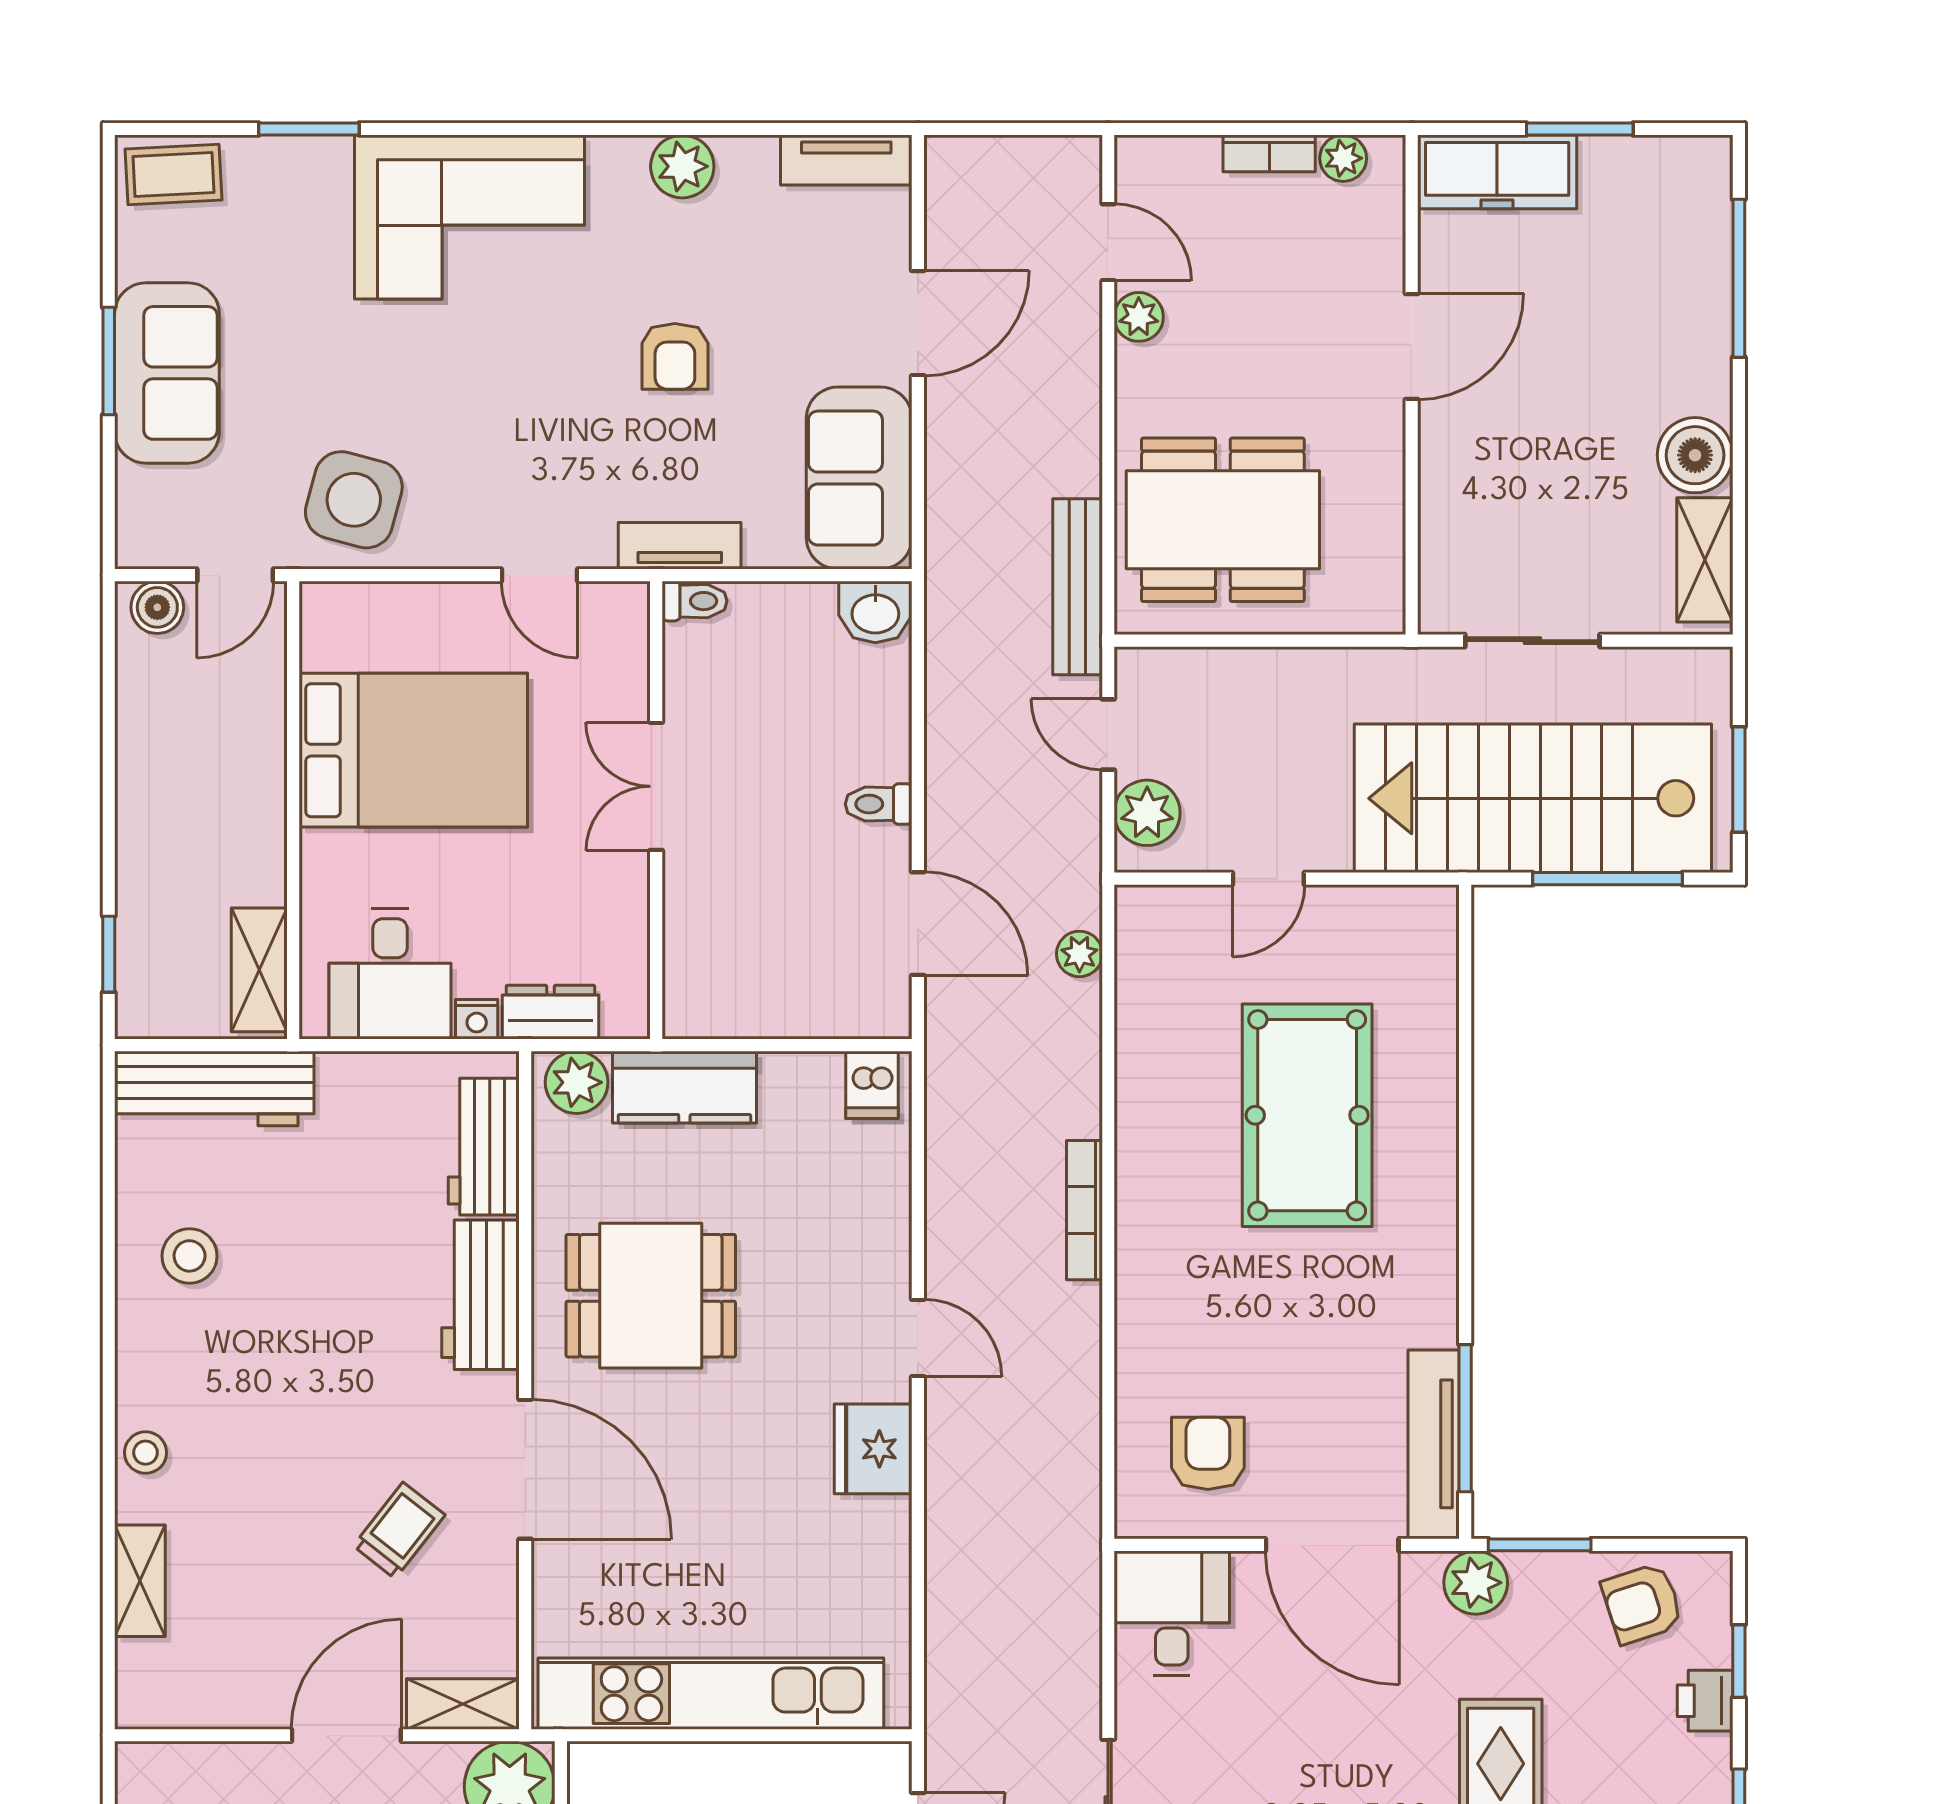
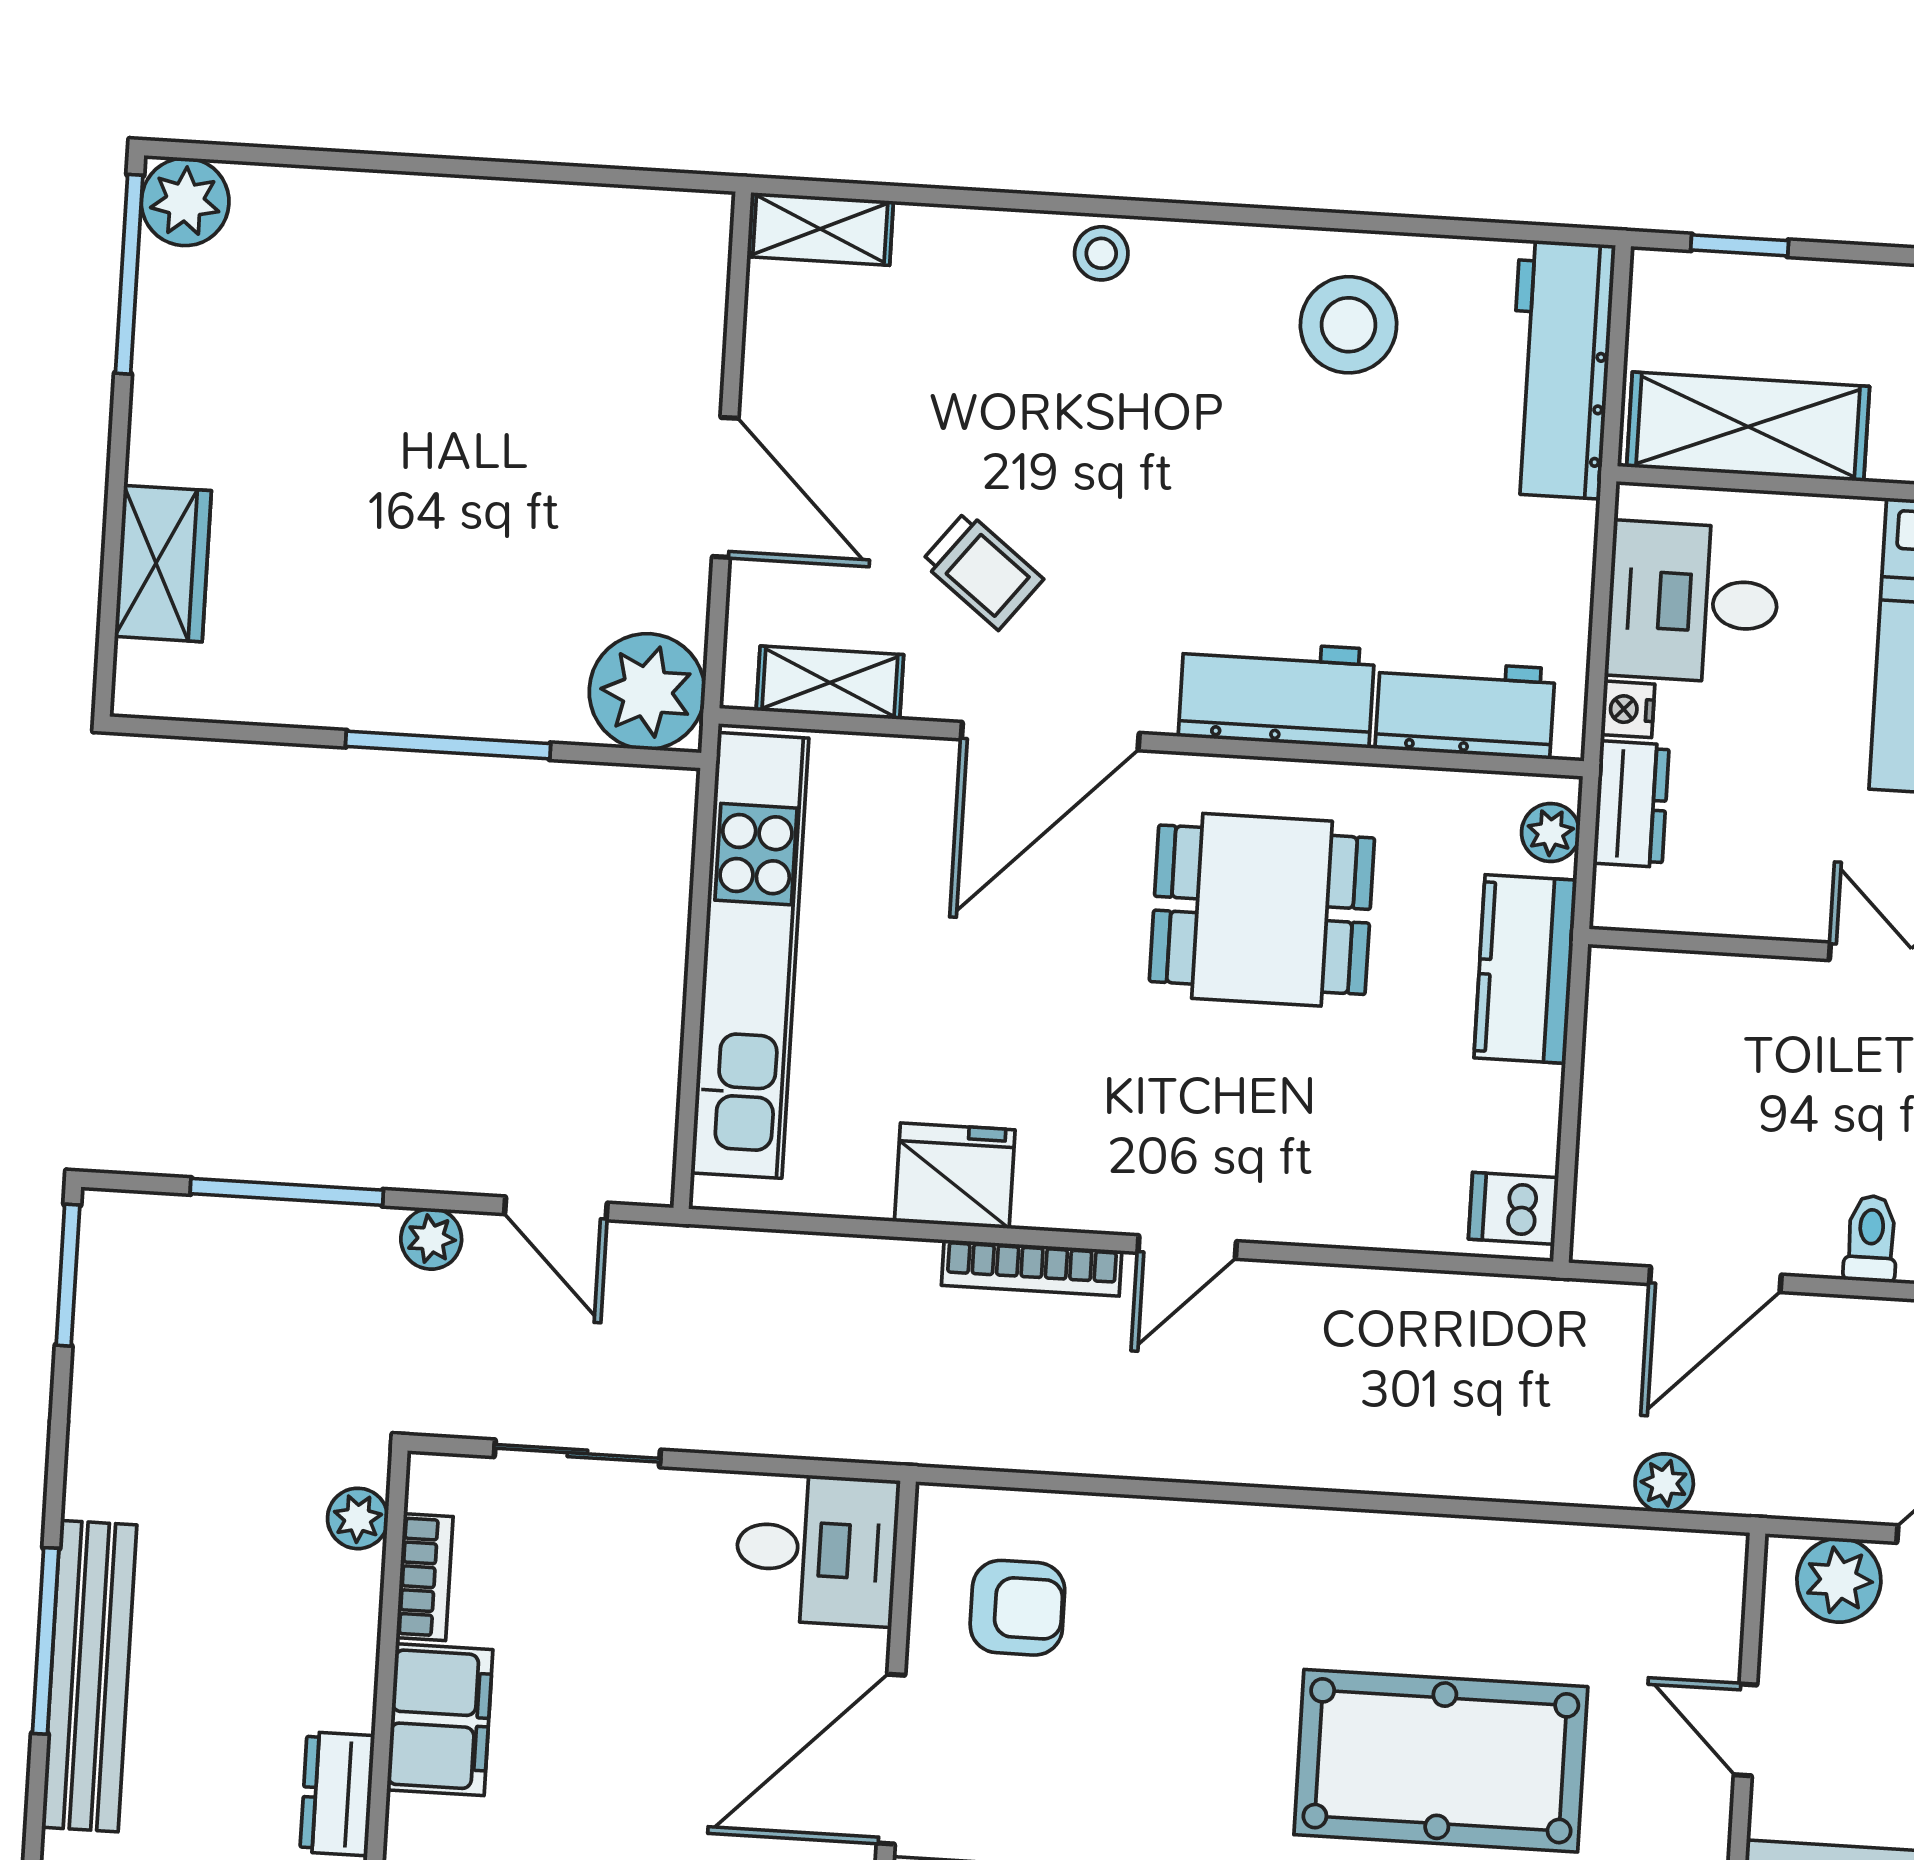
shelving: (259, 970) -> (1748, 427), width x1.50, depth x1.33
plant: (577, 1082) -> (1551, 832), width x0.73, depth x0.73
bookcase: (1084, 1210) -> (1032, 1268), moved, turned 180
stool: (190, 1256) -> (1349, 325), width x1.38, depth x1.38
dining table: (651, 1296) -> (1262, 910), turned 90
fridge: (873, 1449) -> (955, 1176), moved
shelving: (140, 1581) -> (820, 229), moved
shelving: (463, 1704) -> (830, 683), moved, turned 90

